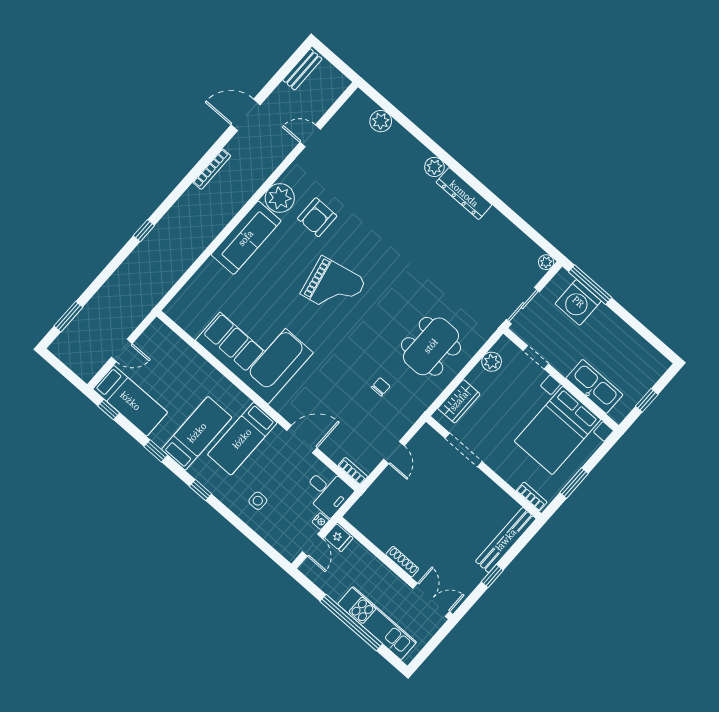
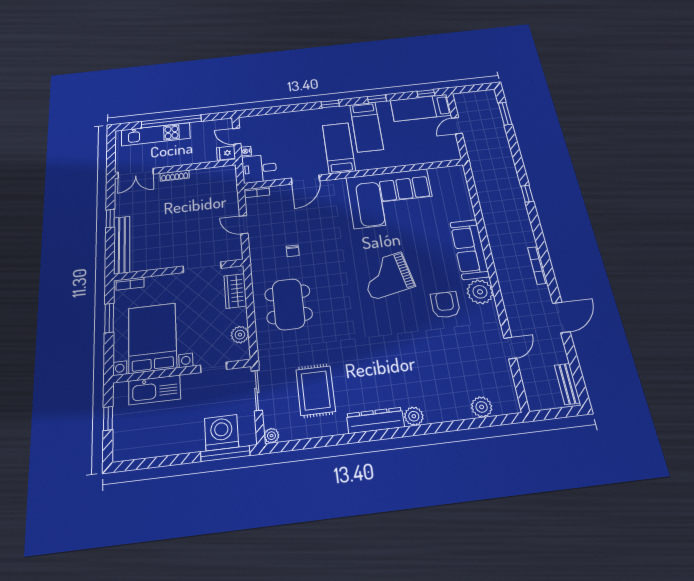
rug: (482, 260) -> (316, 390), added
side table: (258, 501) -> (293, 128), removed

